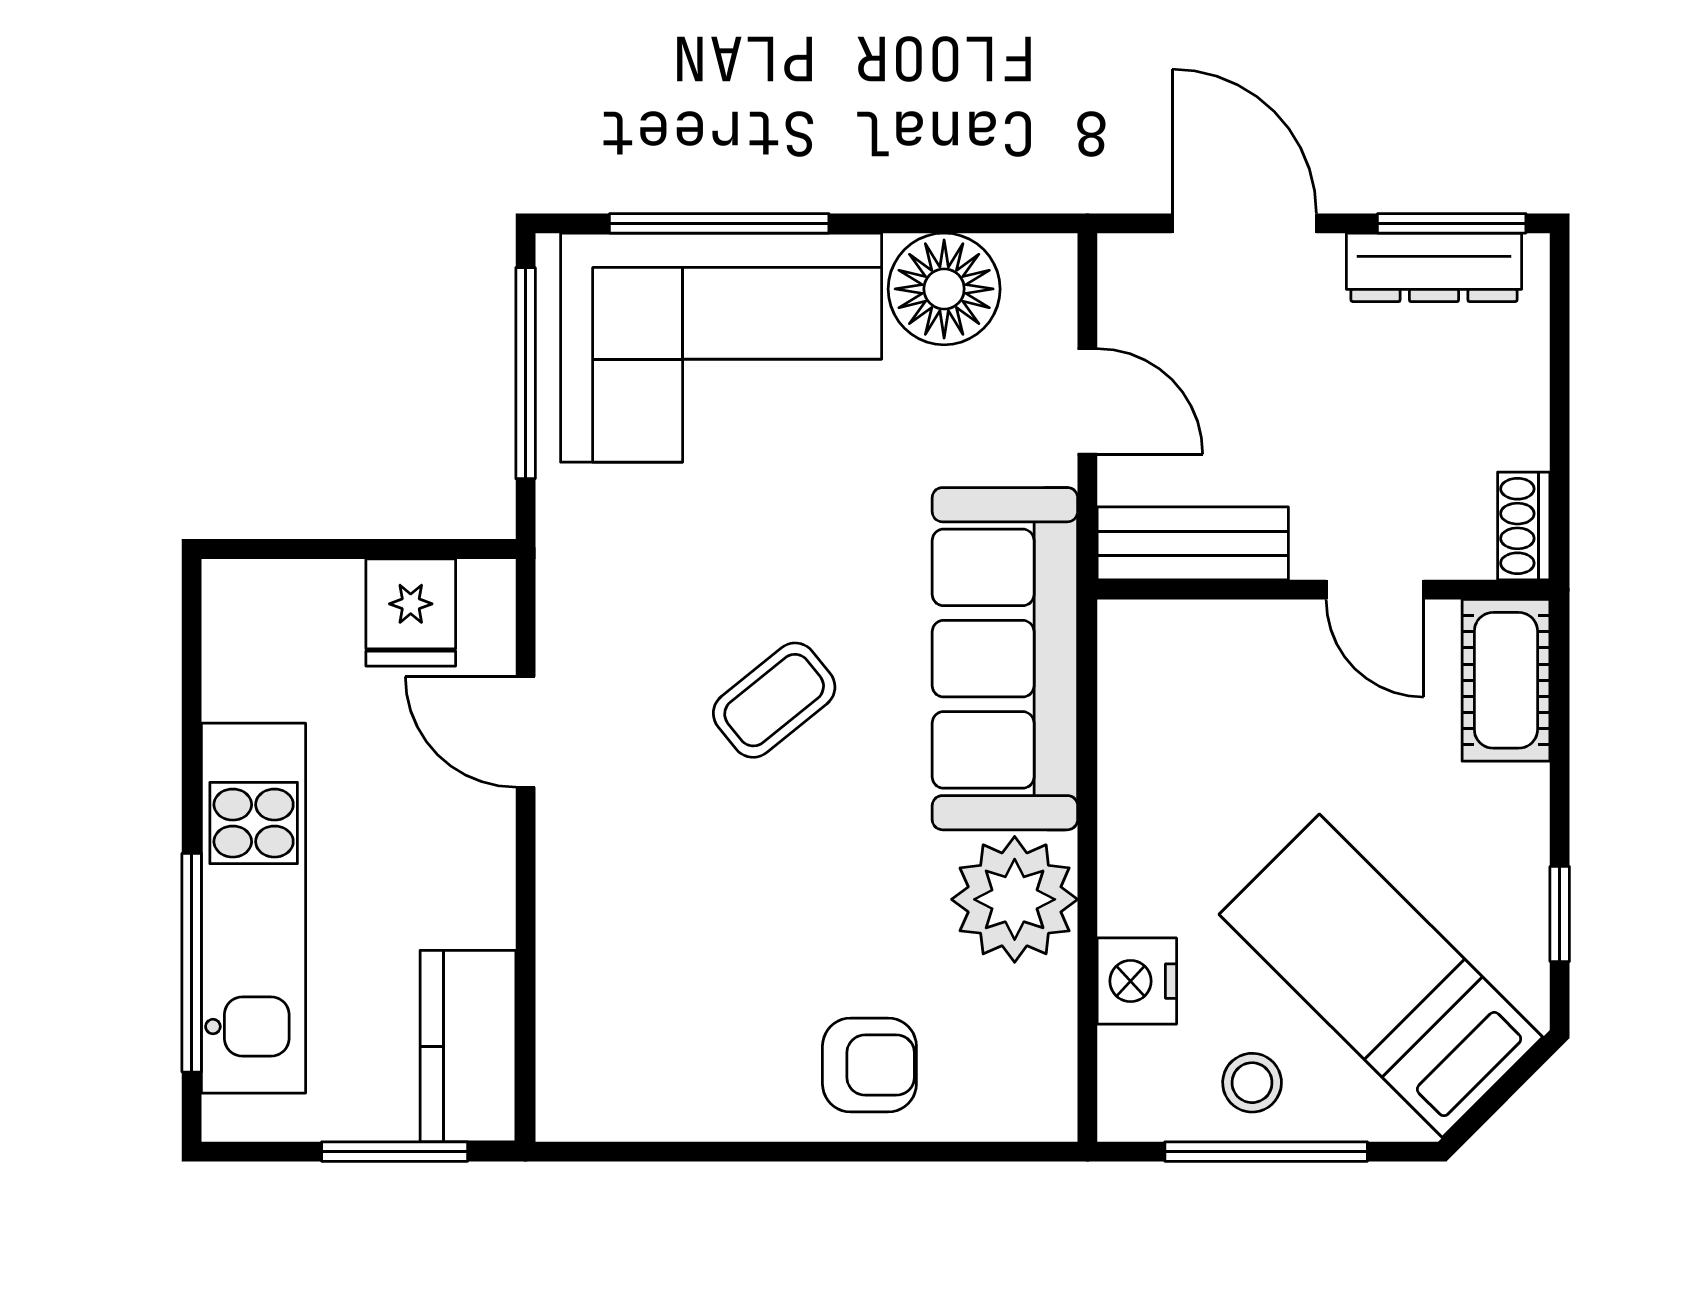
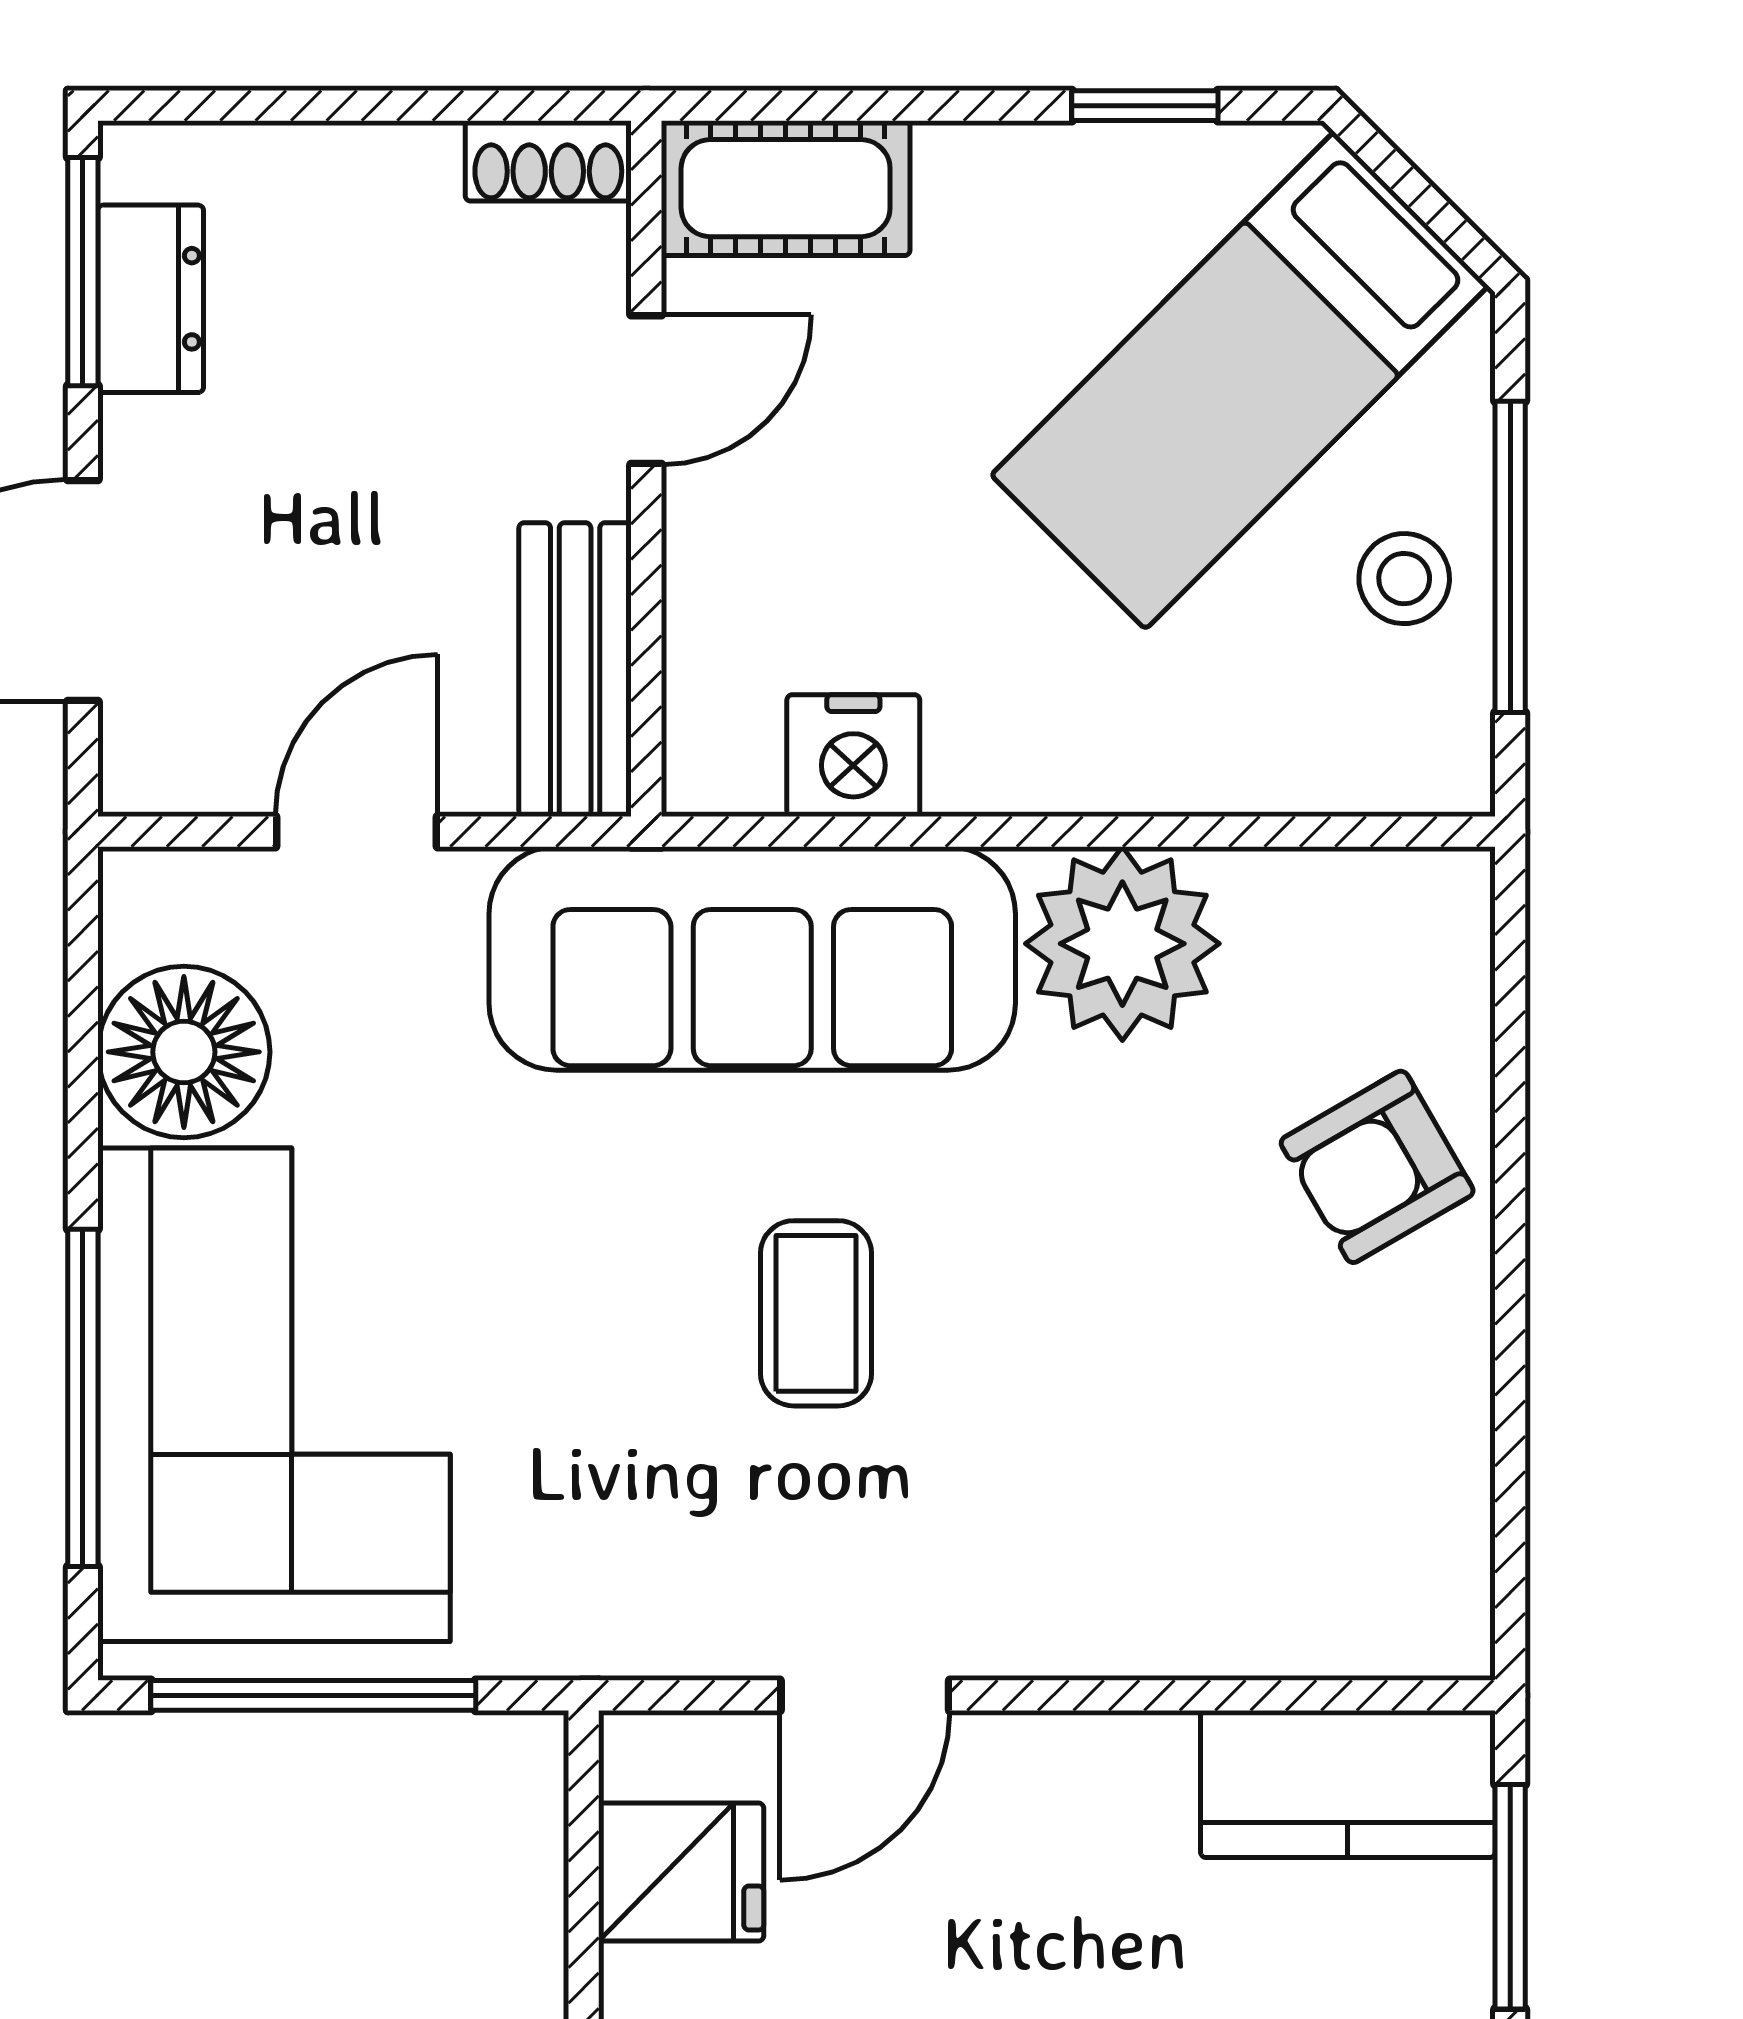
dresser: (1434, 267) -> (151, 299), width x0.70
coffee table: (774, 700) -> (816, 1313), turned 39
nightstand: (1137, 981) -> (853, 756), moved
armchair: (869, 1065) -> (1377, 1167), turned -120

